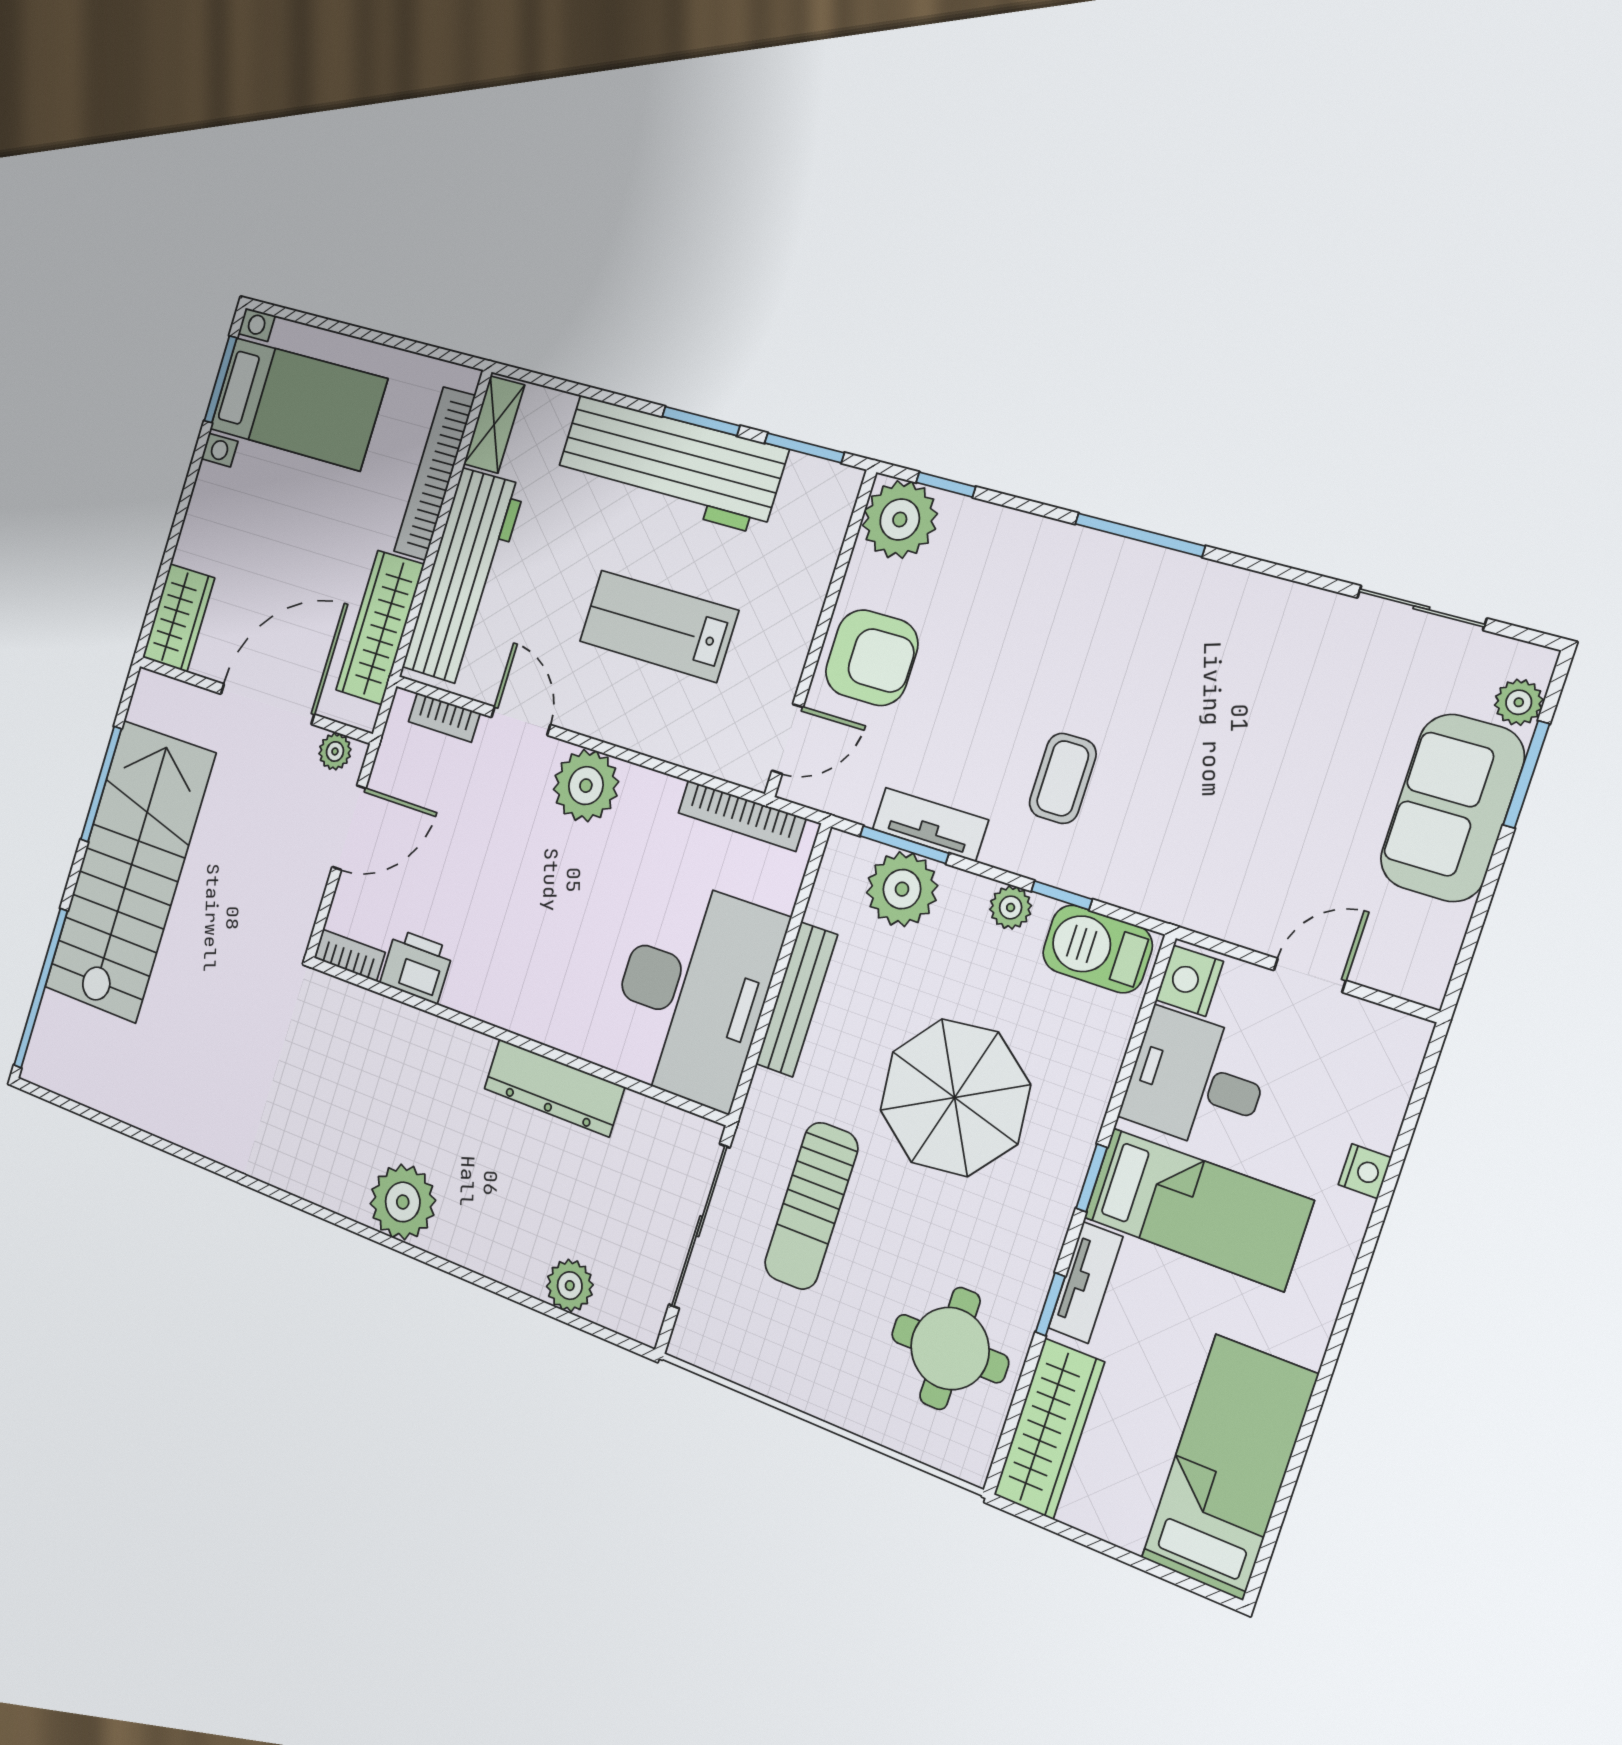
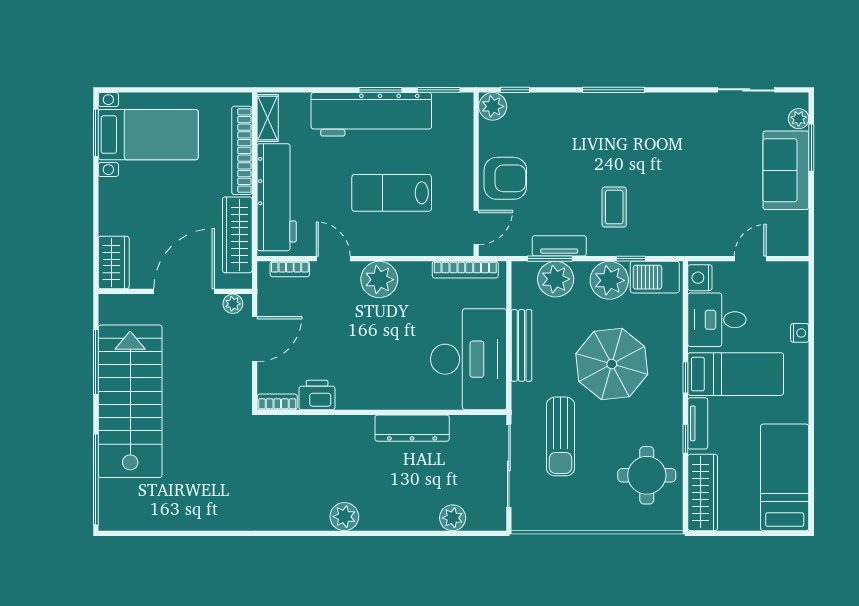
plant: (900, 519) -> (493, 106), width x0.73, depth x0.73
plant: (1011, 907) -> (609, 280), width x1.88, depth x1.88
plant: (403, 1202) -> (344, 517), width x0.73, depth x0.73

